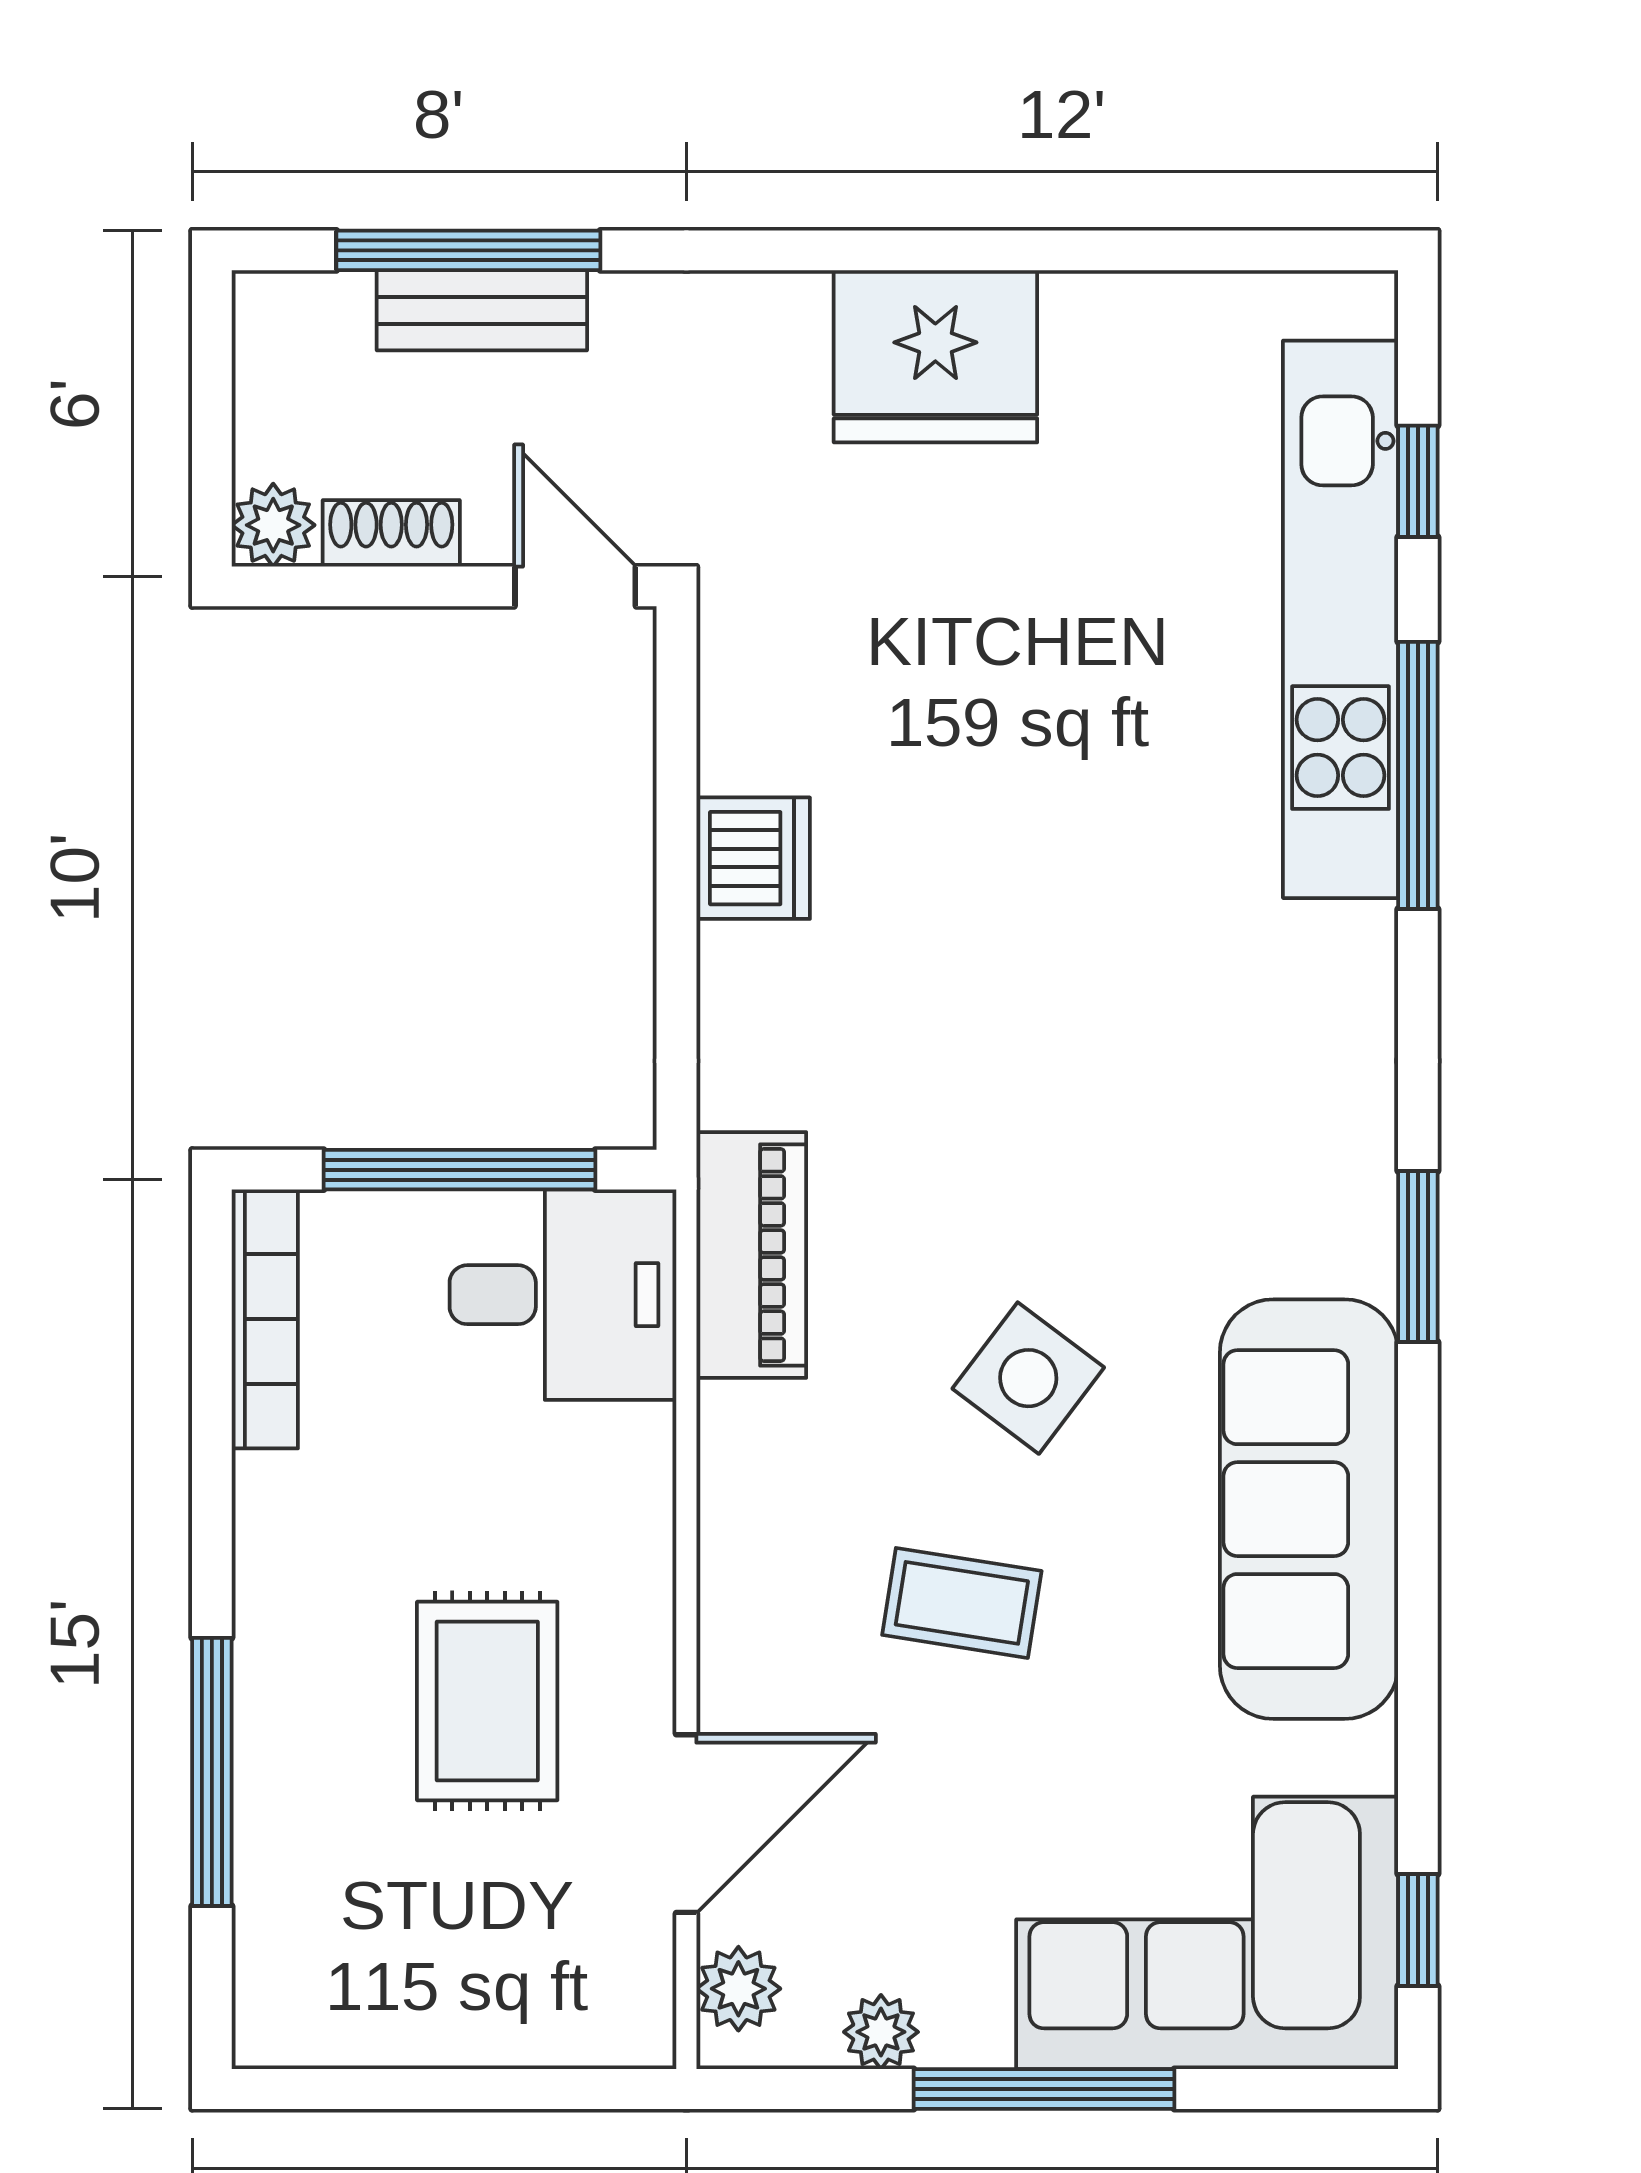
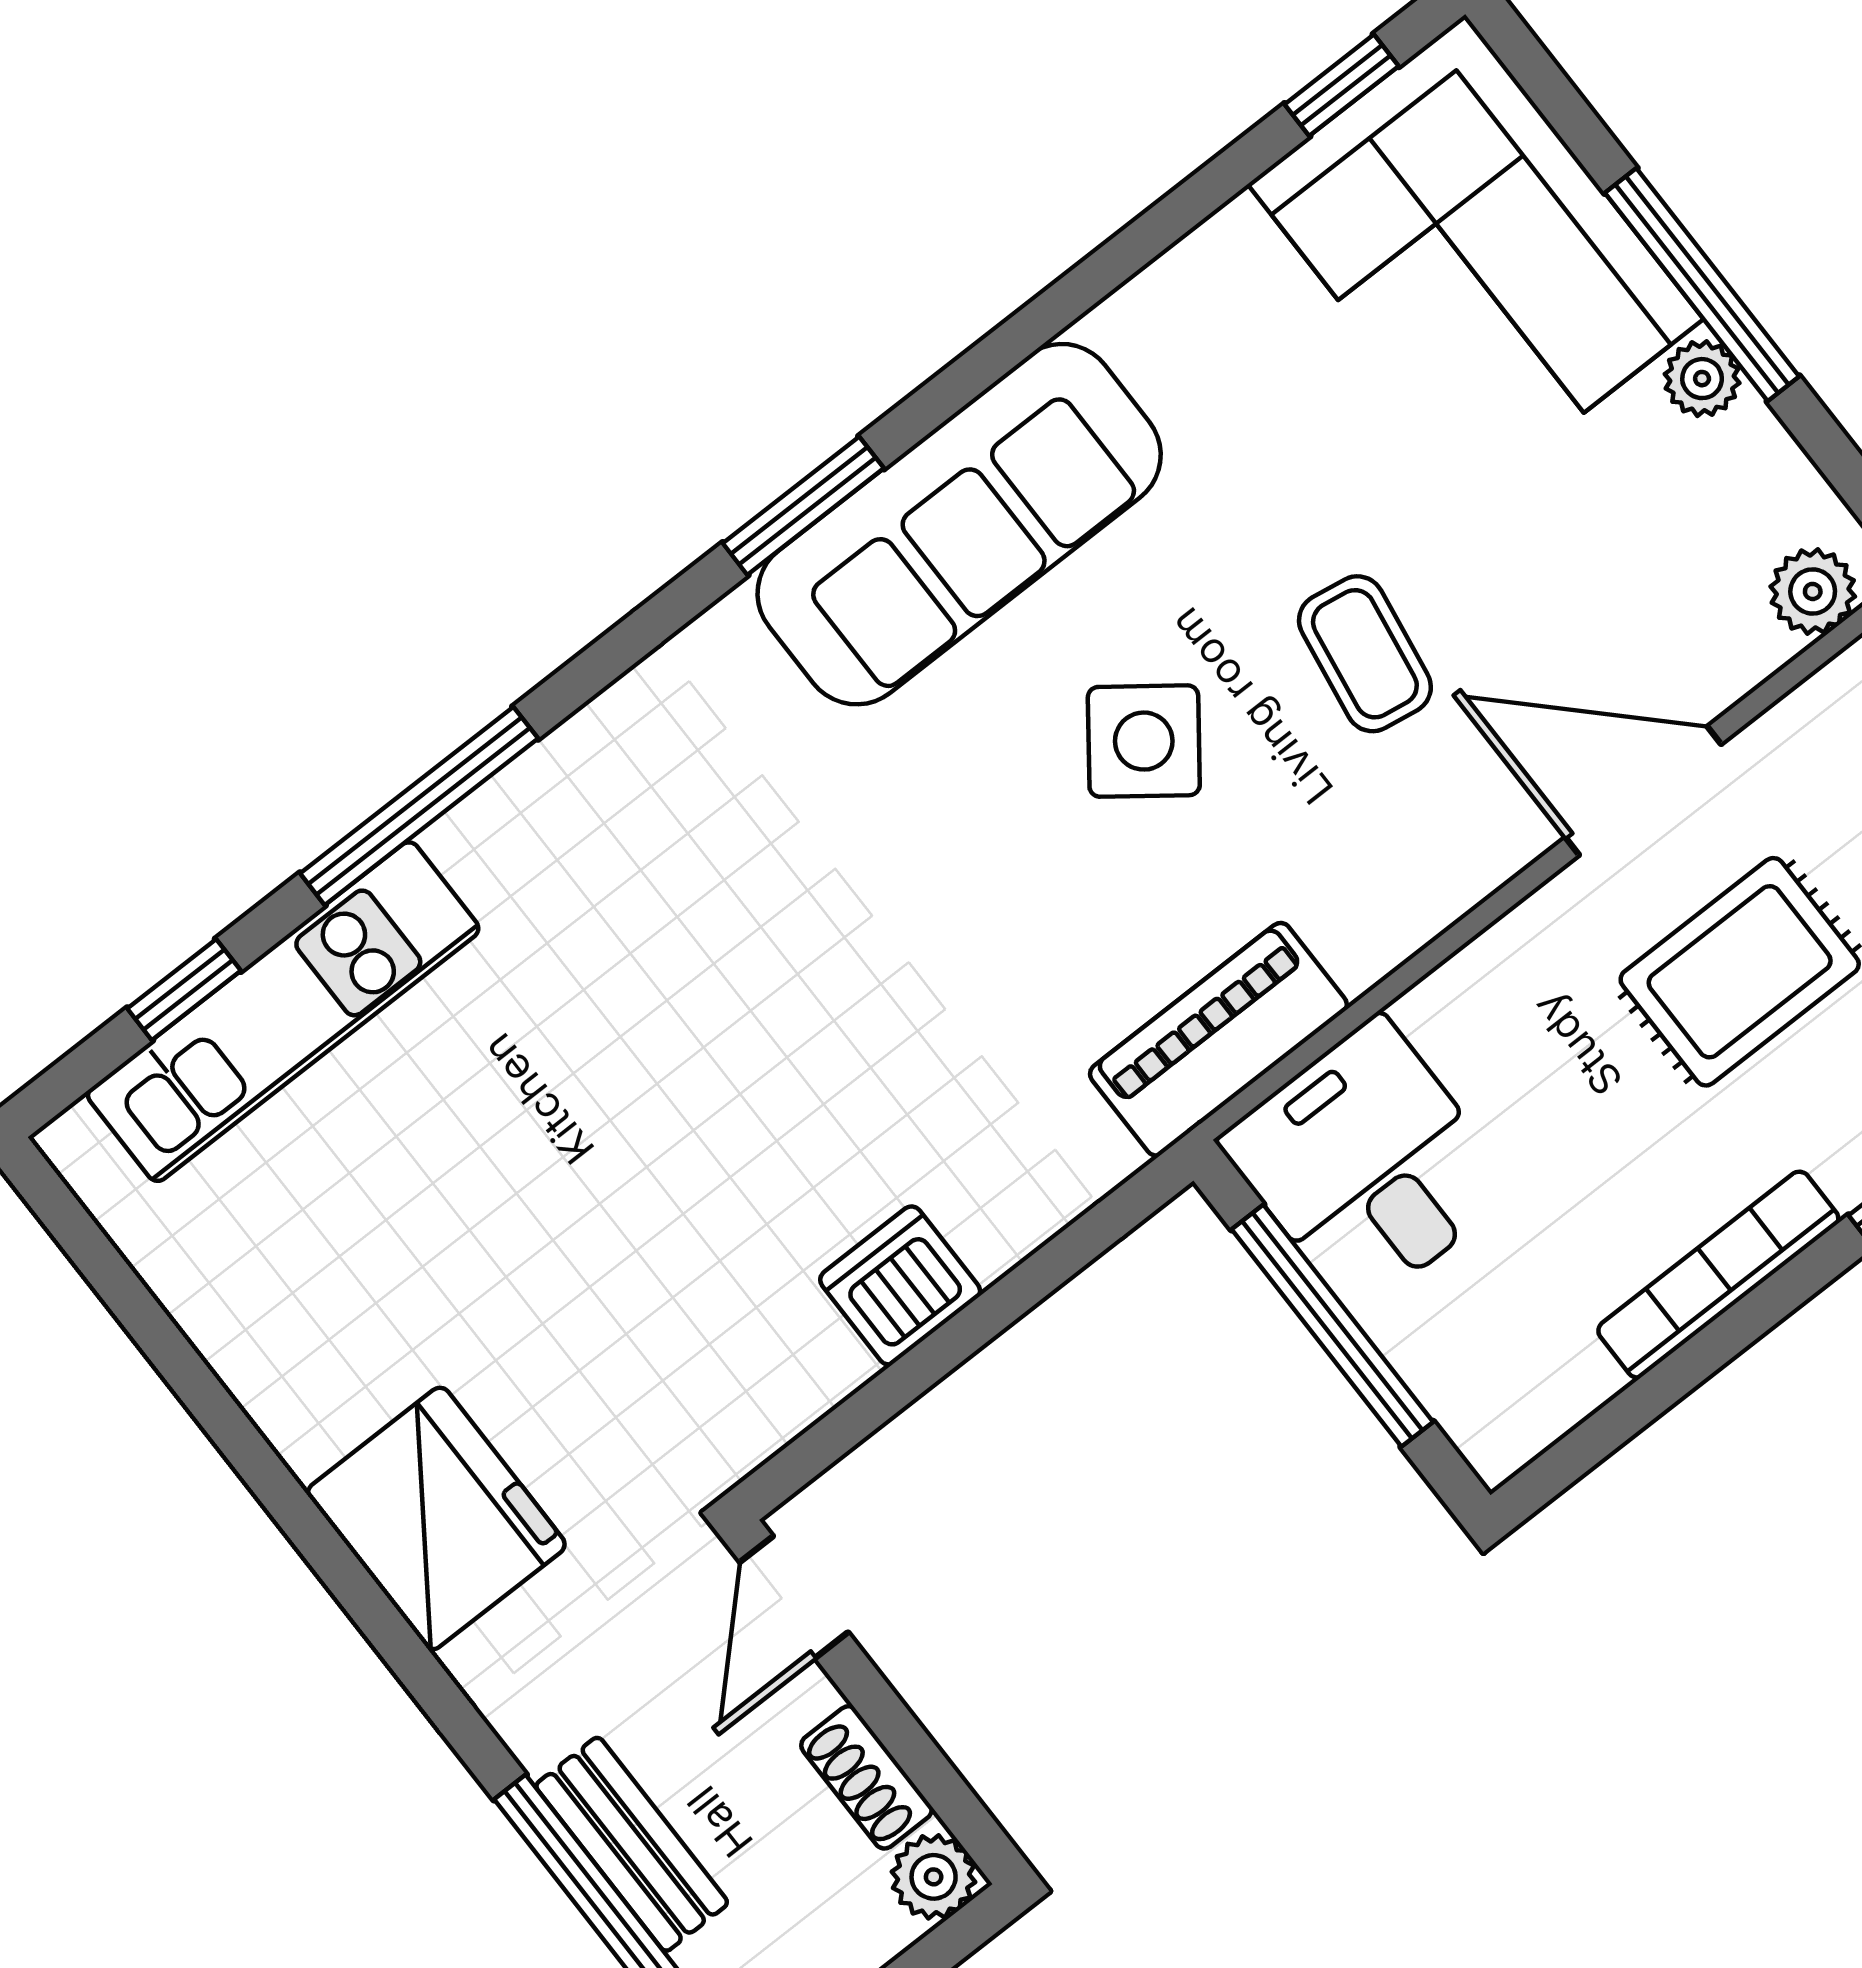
fridge: (935, 356) -> (436, 1518), moved
kitchen unit: (1341, 619) -> (283, 1012), width x0.73
bookcase: (265, 1319) -> (1718, 1275), moved
sofa: (1309, 1509) -> (959, 524), moved
door: (686, 1824) -> (1643, 791), moved
plant: (881, 2032) -> (1702, 379), moved

